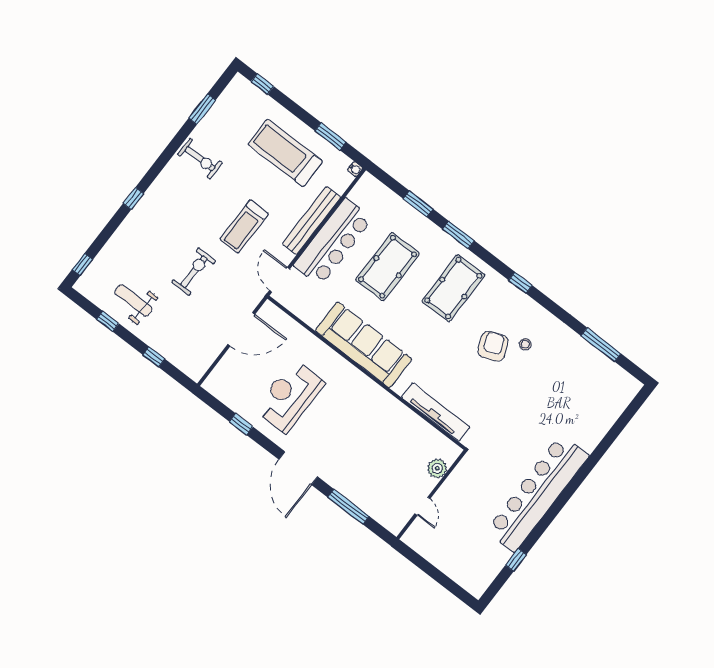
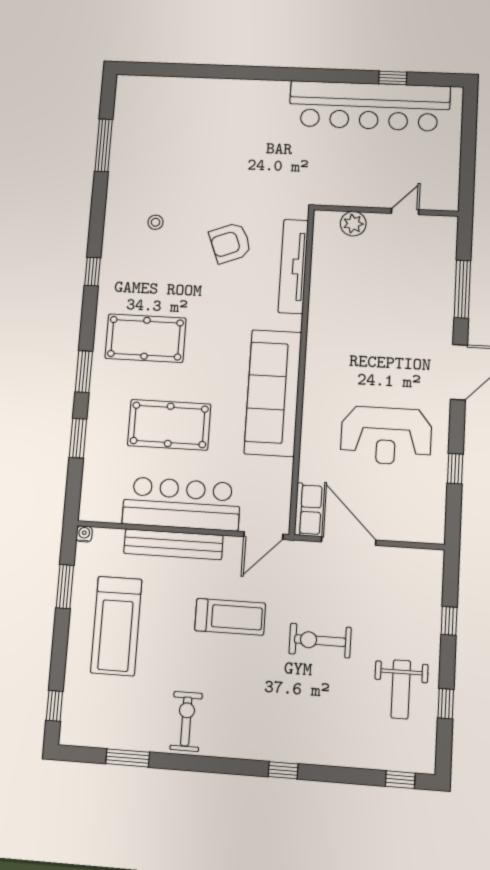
row of seats: (277, 318) -> (308, 509), added
armchair: (493, 346) -> (230, 243), moved
bar counter: (537, 493) -> (369, 106), moved

